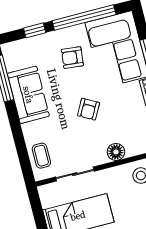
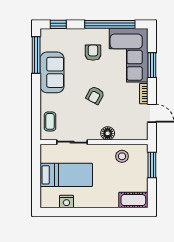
window: (35, 30) -> (58, 24), moved
armchair: (72, 58) -> (93, 53), turned 84

